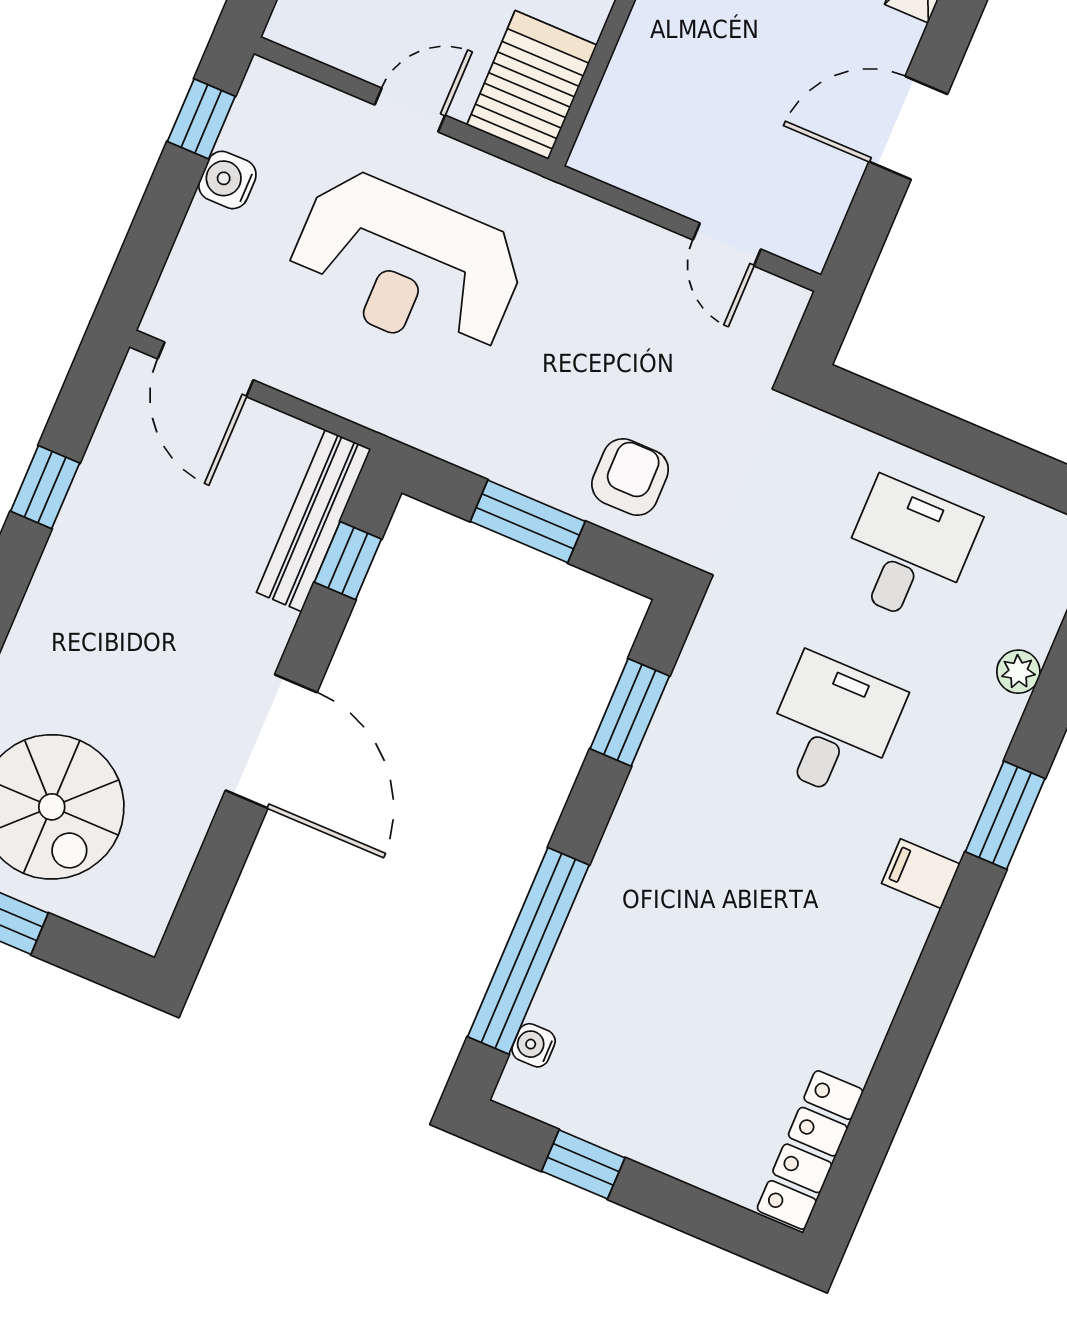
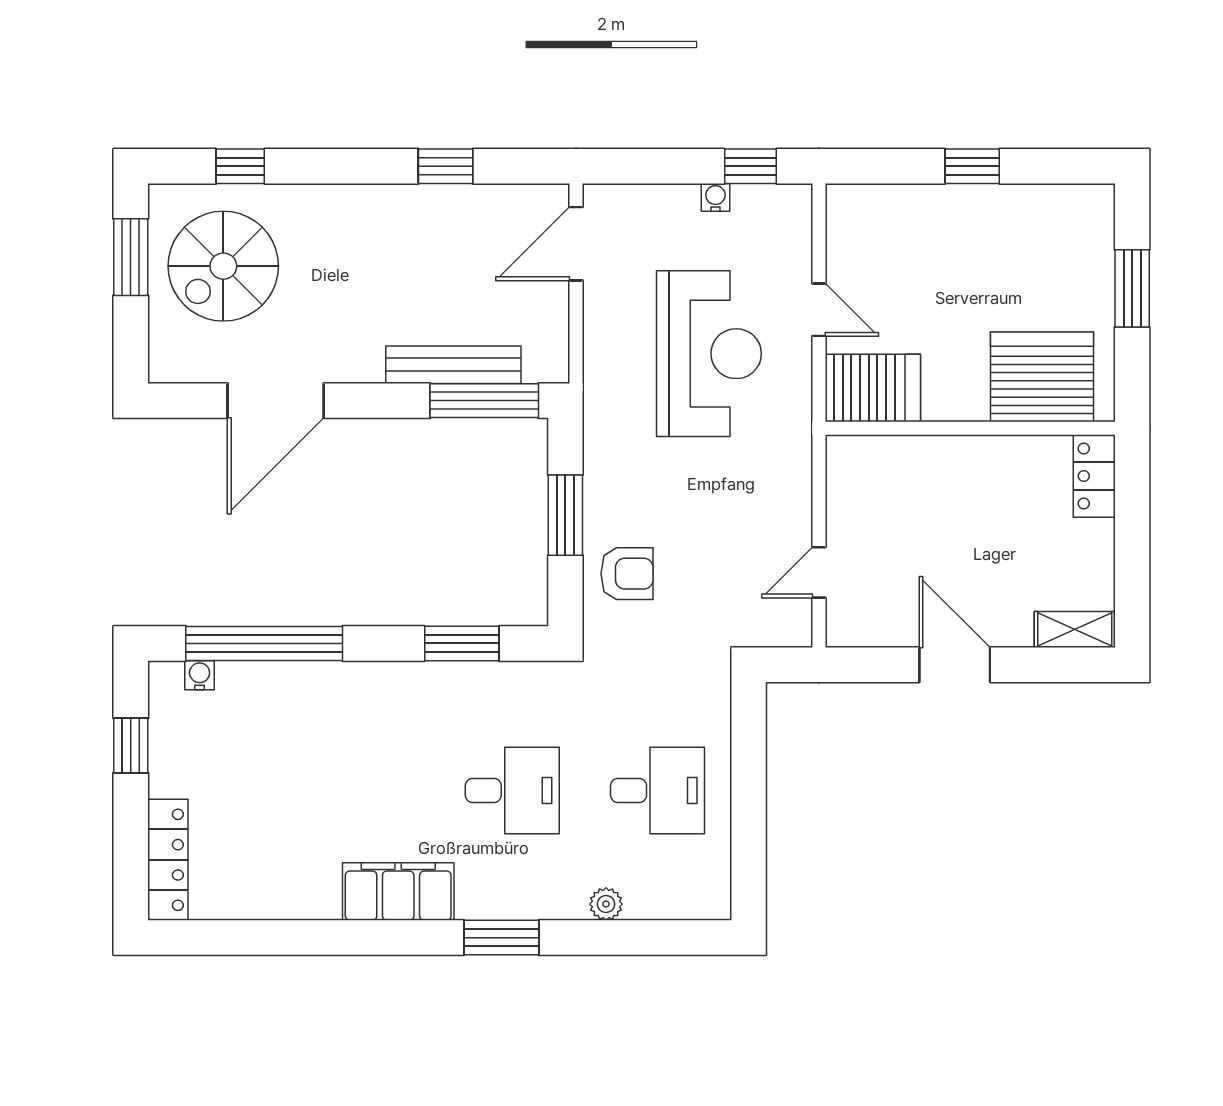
water cooler: (227, 180) -> (715, 197), width x0.72, depth x0.72
reception desk: (406, 265) -> (709, 354), turned 180
bench: (314, 521) -> (453, 365), moved
window: (348, 561) -> (484, 401), width x2.17
door: (271, 741) -> (276, 401), moved
filing cabinet: (921, 874) -> (398, 892), width x3.00, depth x1.17
locker: (810, 1150) -> (168, 860), moved, turned 90

